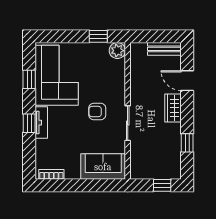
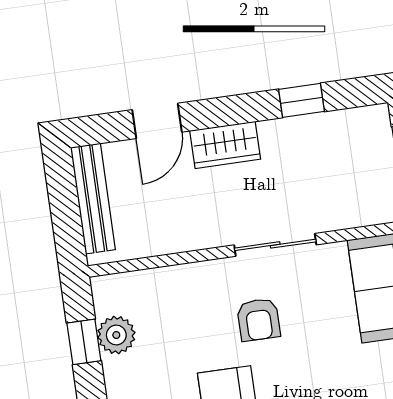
bench: (164, 49) -> (93, 199), width x1.36
plant: (117, 51) -> (116, 335), moved

